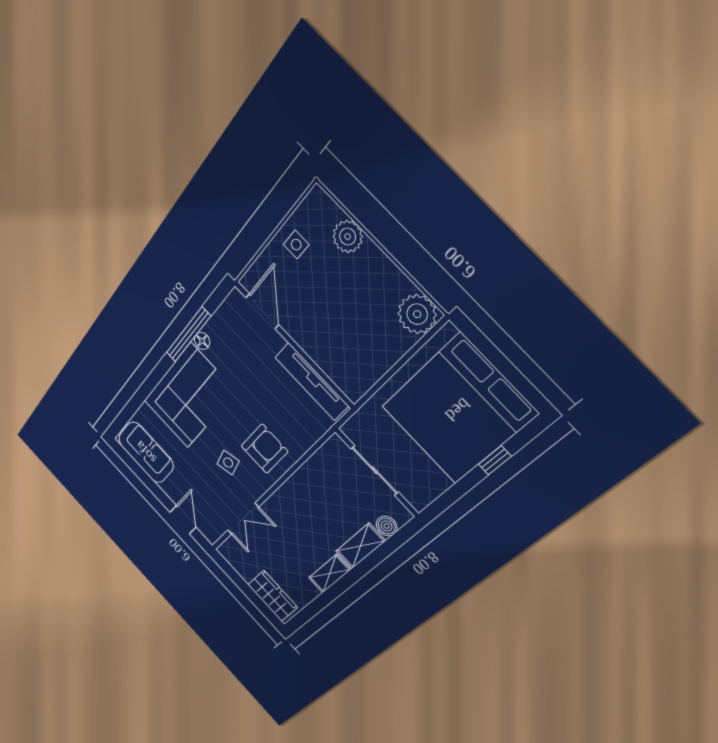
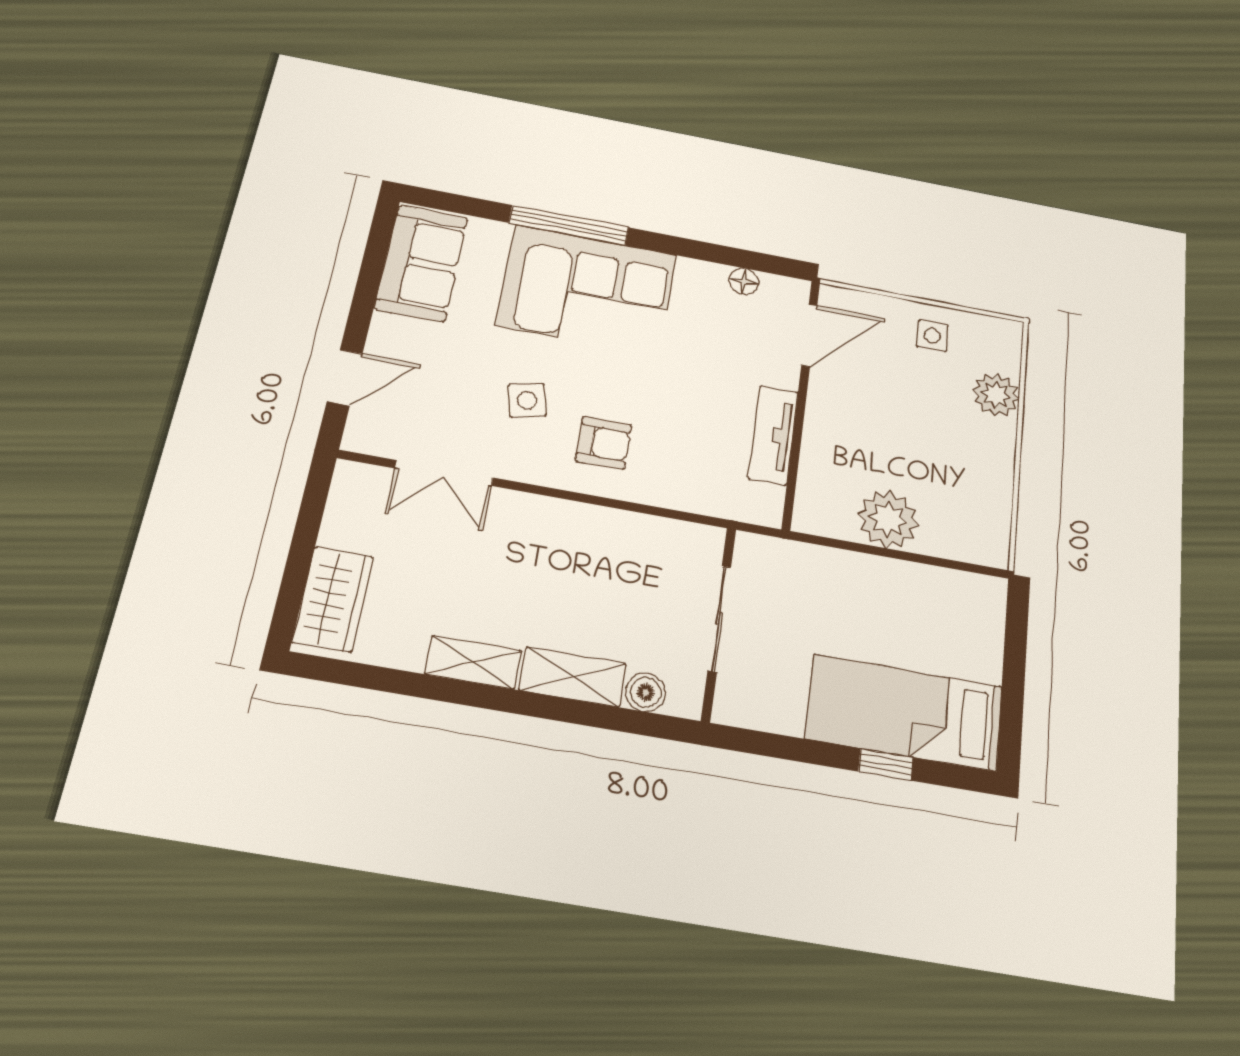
plant: (417, 314) -> (888, 519), moved
window: (188, 335) -> (569, 225), moved
floor lamp: (202, 341) -> (744, 281), moved
tv unit: (311, 382) -> (773, 435), width x0.71
bed: (458, 410) -> (905, 712), width x0.49
armchair: (264, 449) -> (604, 443), width x0.72, depth x0.72

